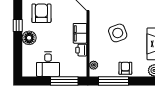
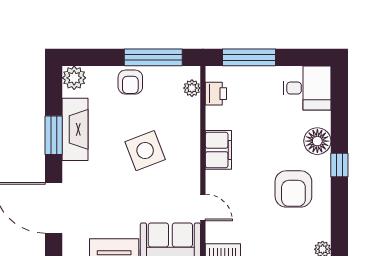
printer: (81, 50) -> (216, 94), moved
desk: (48, 64) -> (307, 88), moved, turned 90

